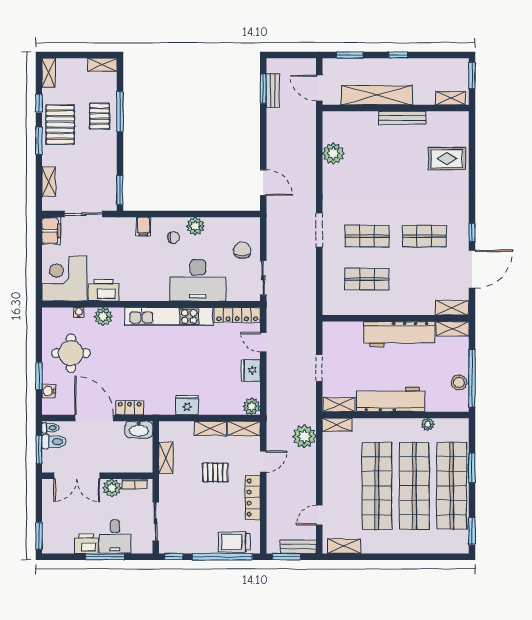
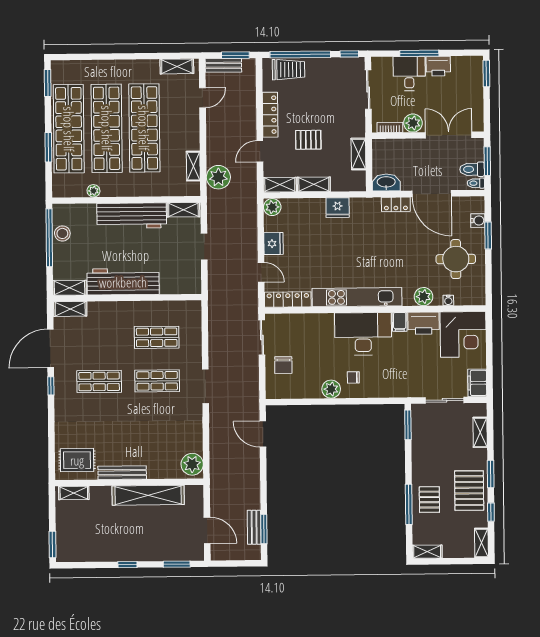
shelving: (377, 95) -> (148, 495), moved
shelving: (450, 98) -> (74, 493), moved
wall: (396, 108) -> (129, 482), moved
bench: (402, 118) -> (122, 473), moved
filing cabinet: (143, 226) -> (400, 322), moved, turned 180
desk: (198, 280) -> (363, 334), moved
shelving: (337, 425) -> (193, 166), moved, turned 90

